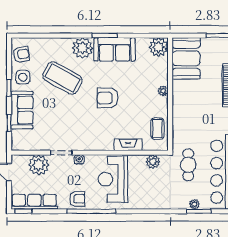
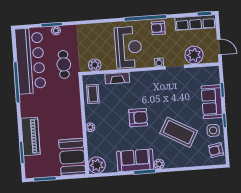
plant: (82, 48) -> (159, 164), width x0.53, depth x0.53

